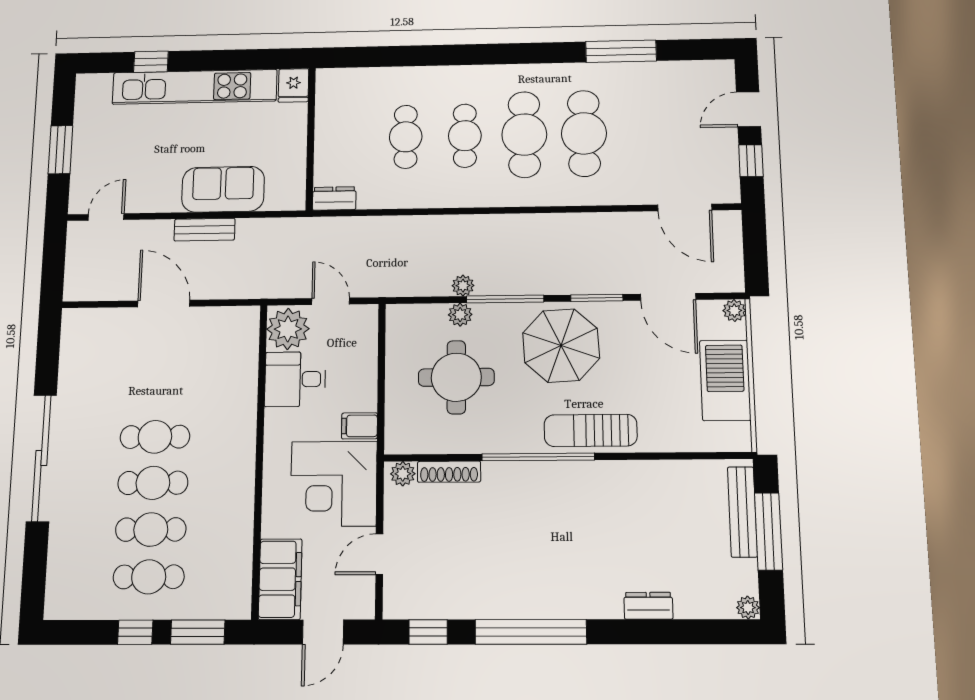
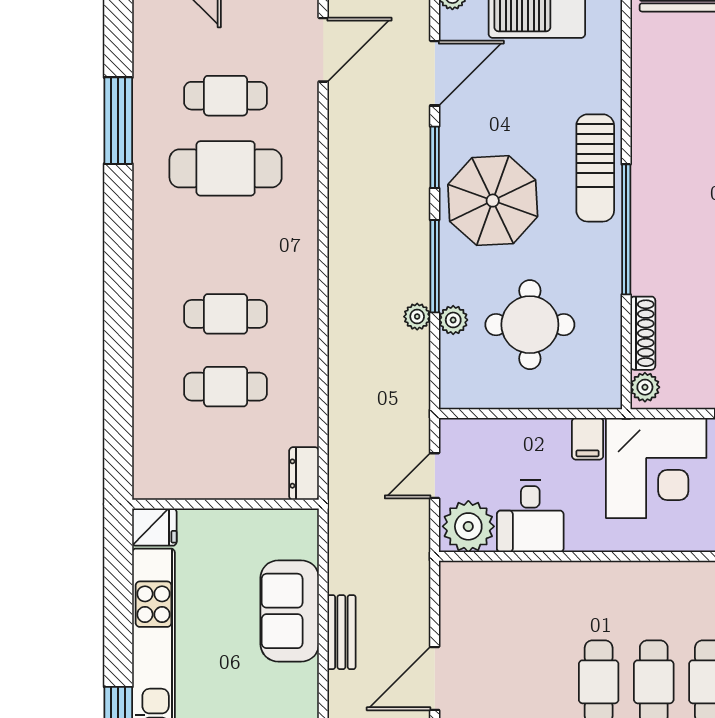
cafe table: (524, 135) -> (226, 96), moved, width x0.73, depth x0.74

